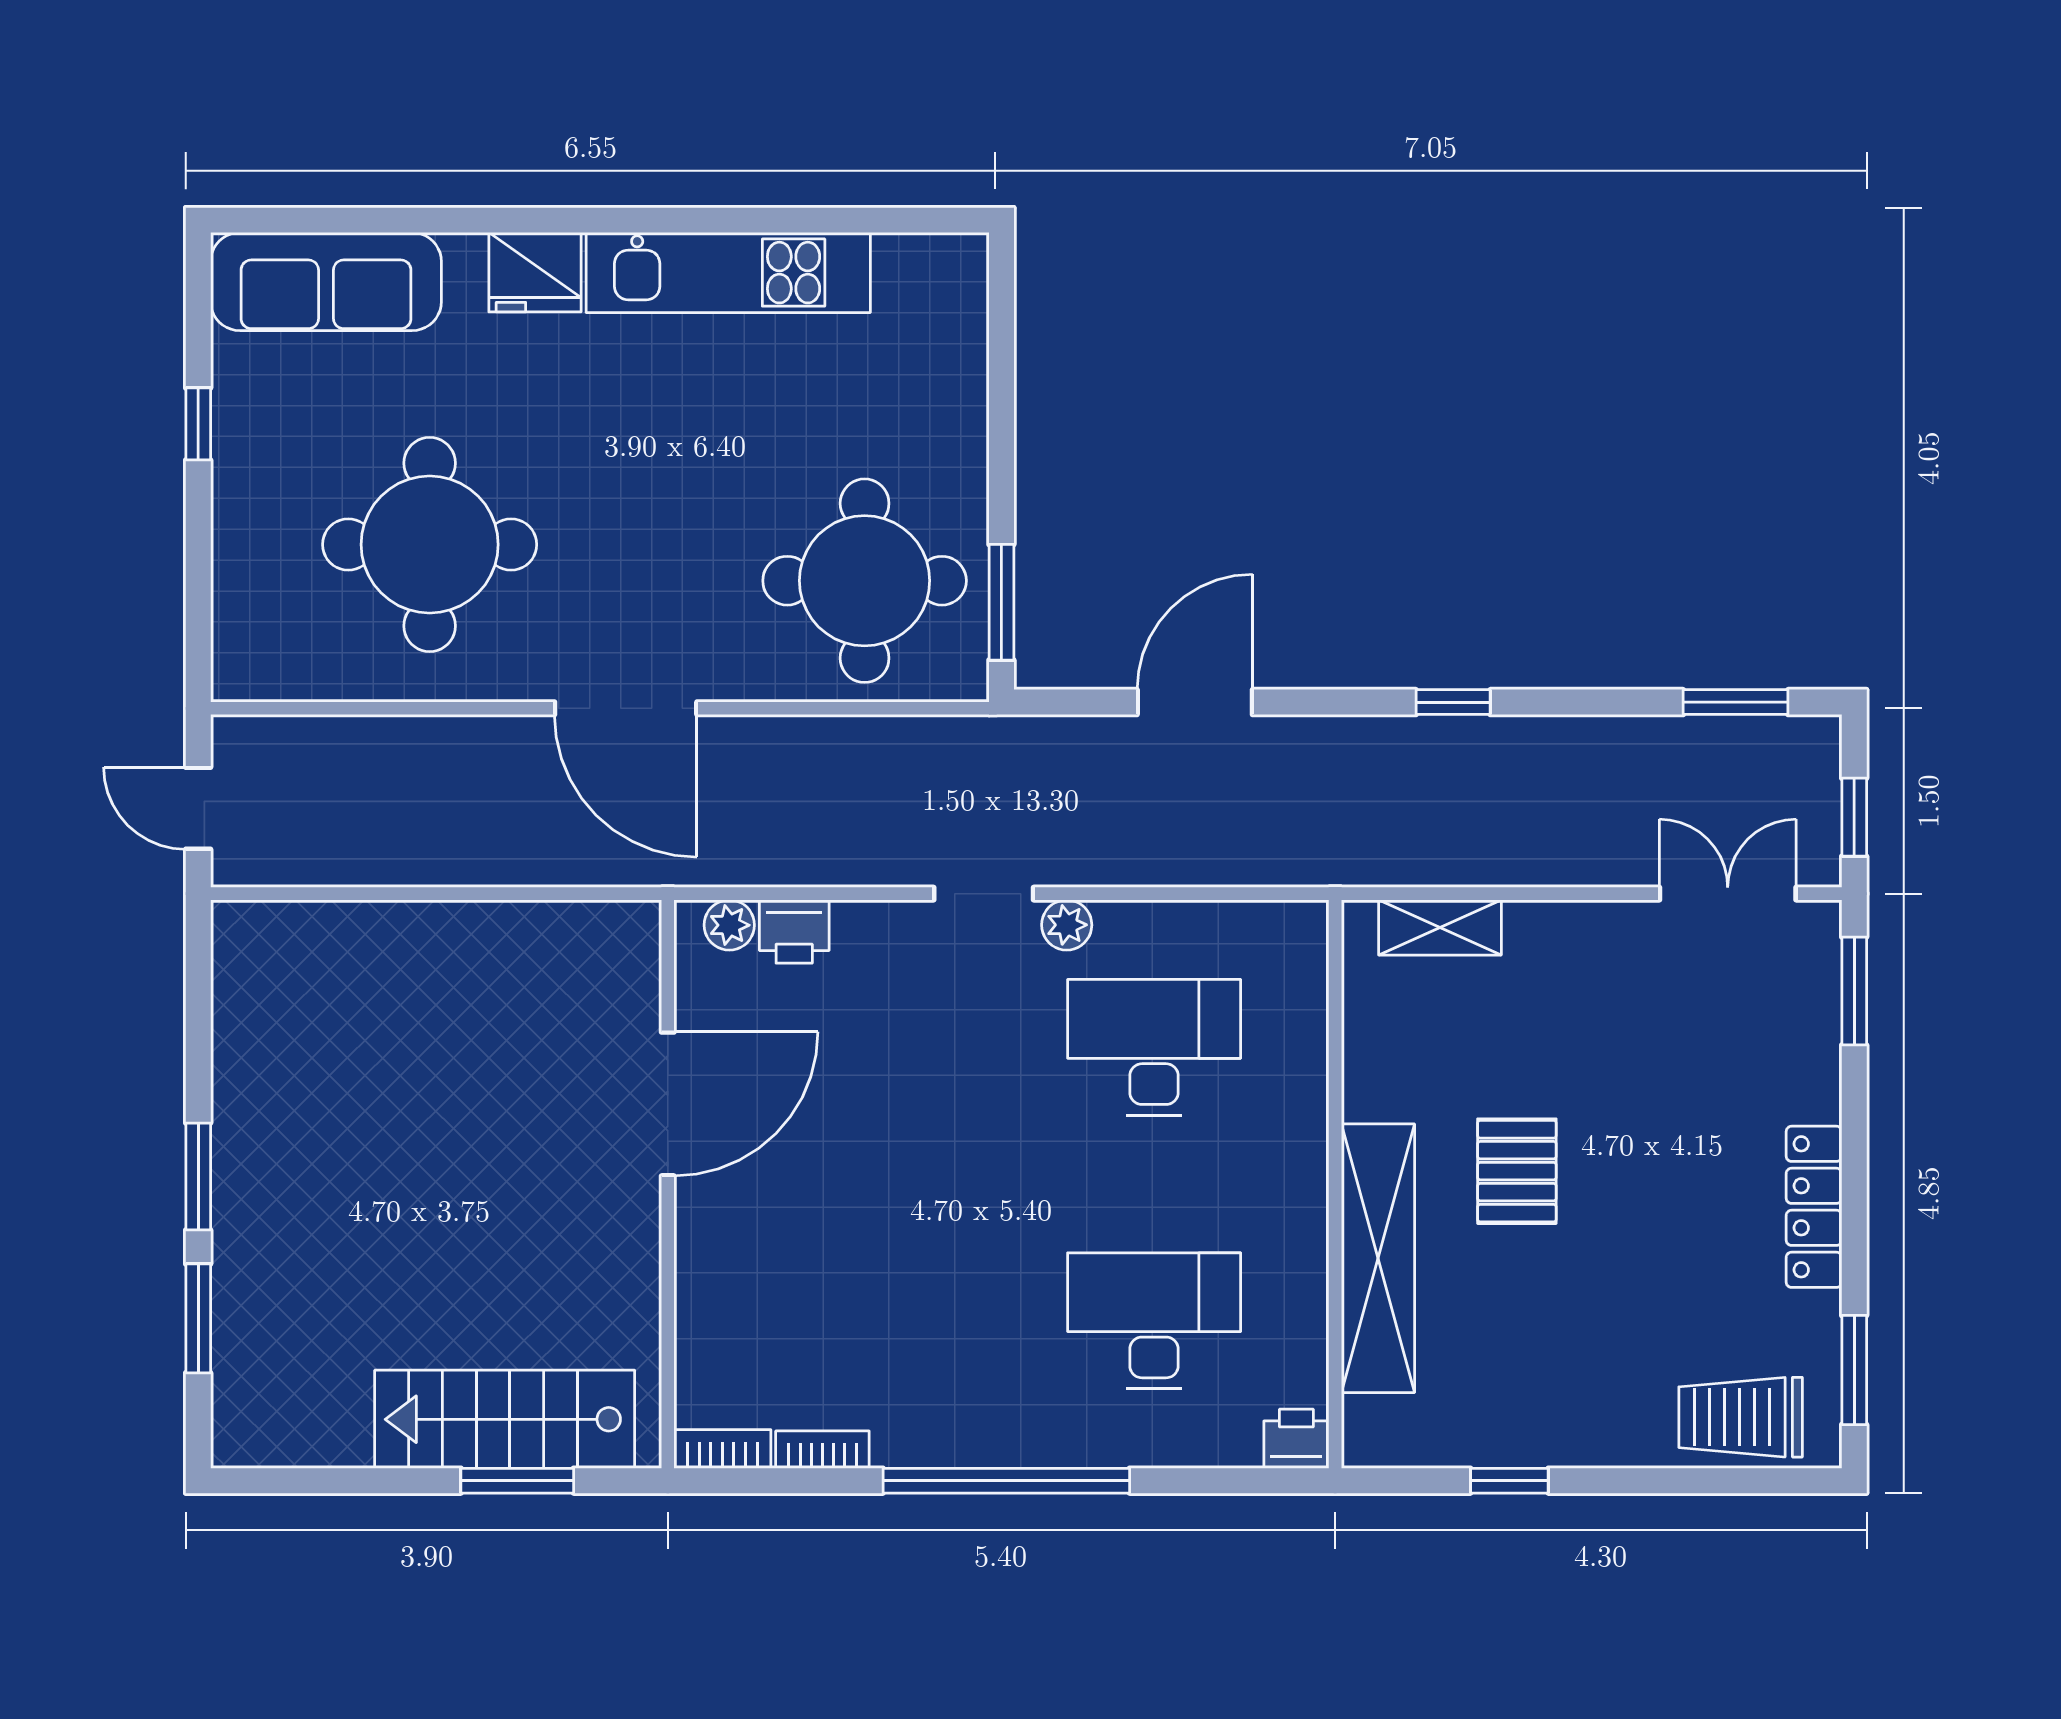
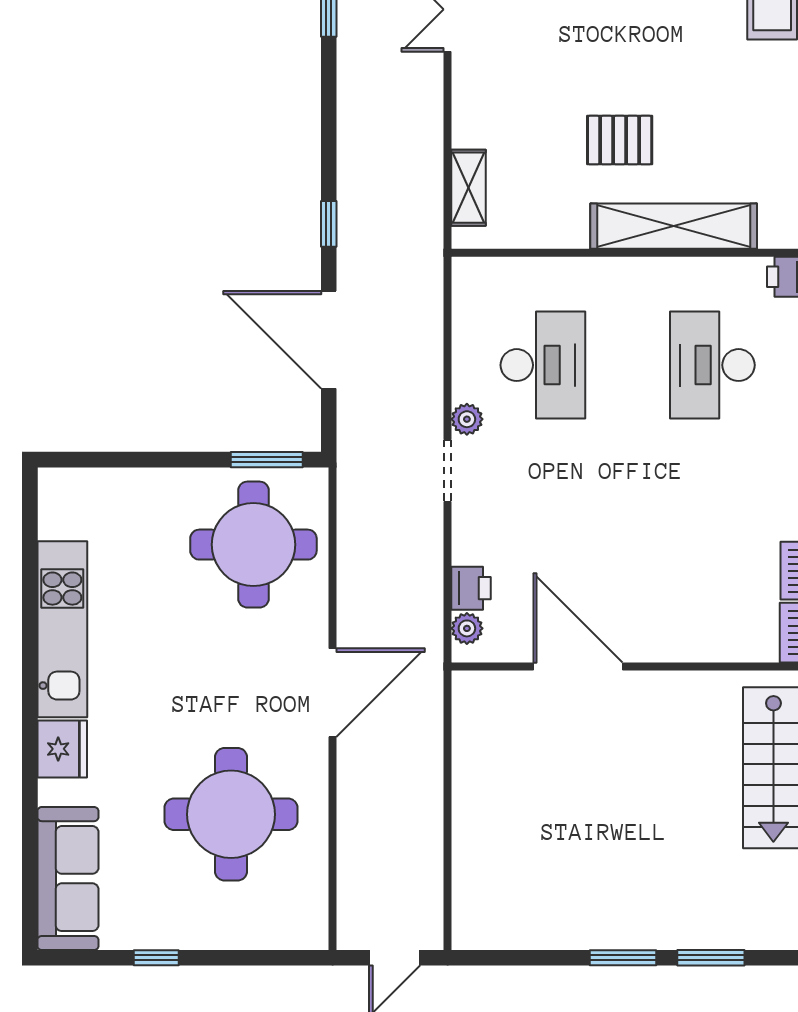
door: (1195, 702) -> (329, 340), width x1.36
window: (1453, 702) -> (329, 224), moved
desk: (1154, 1047) -> (543, 365), turned 180

